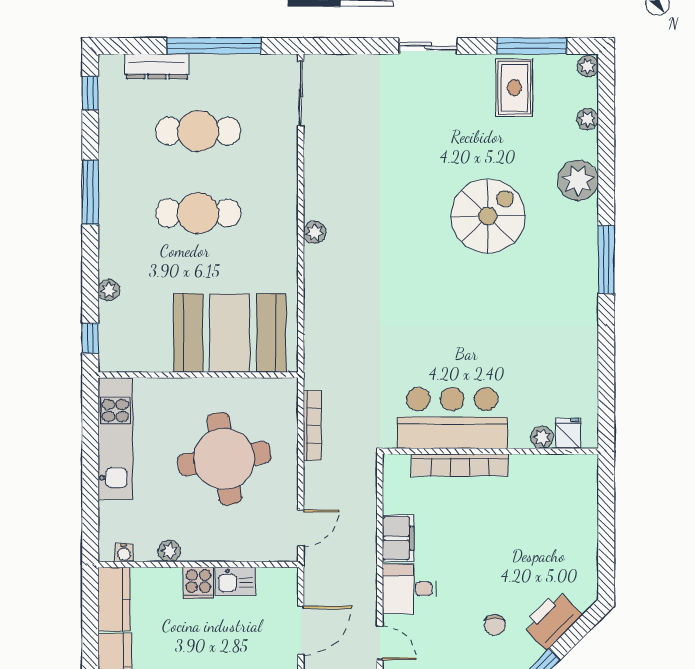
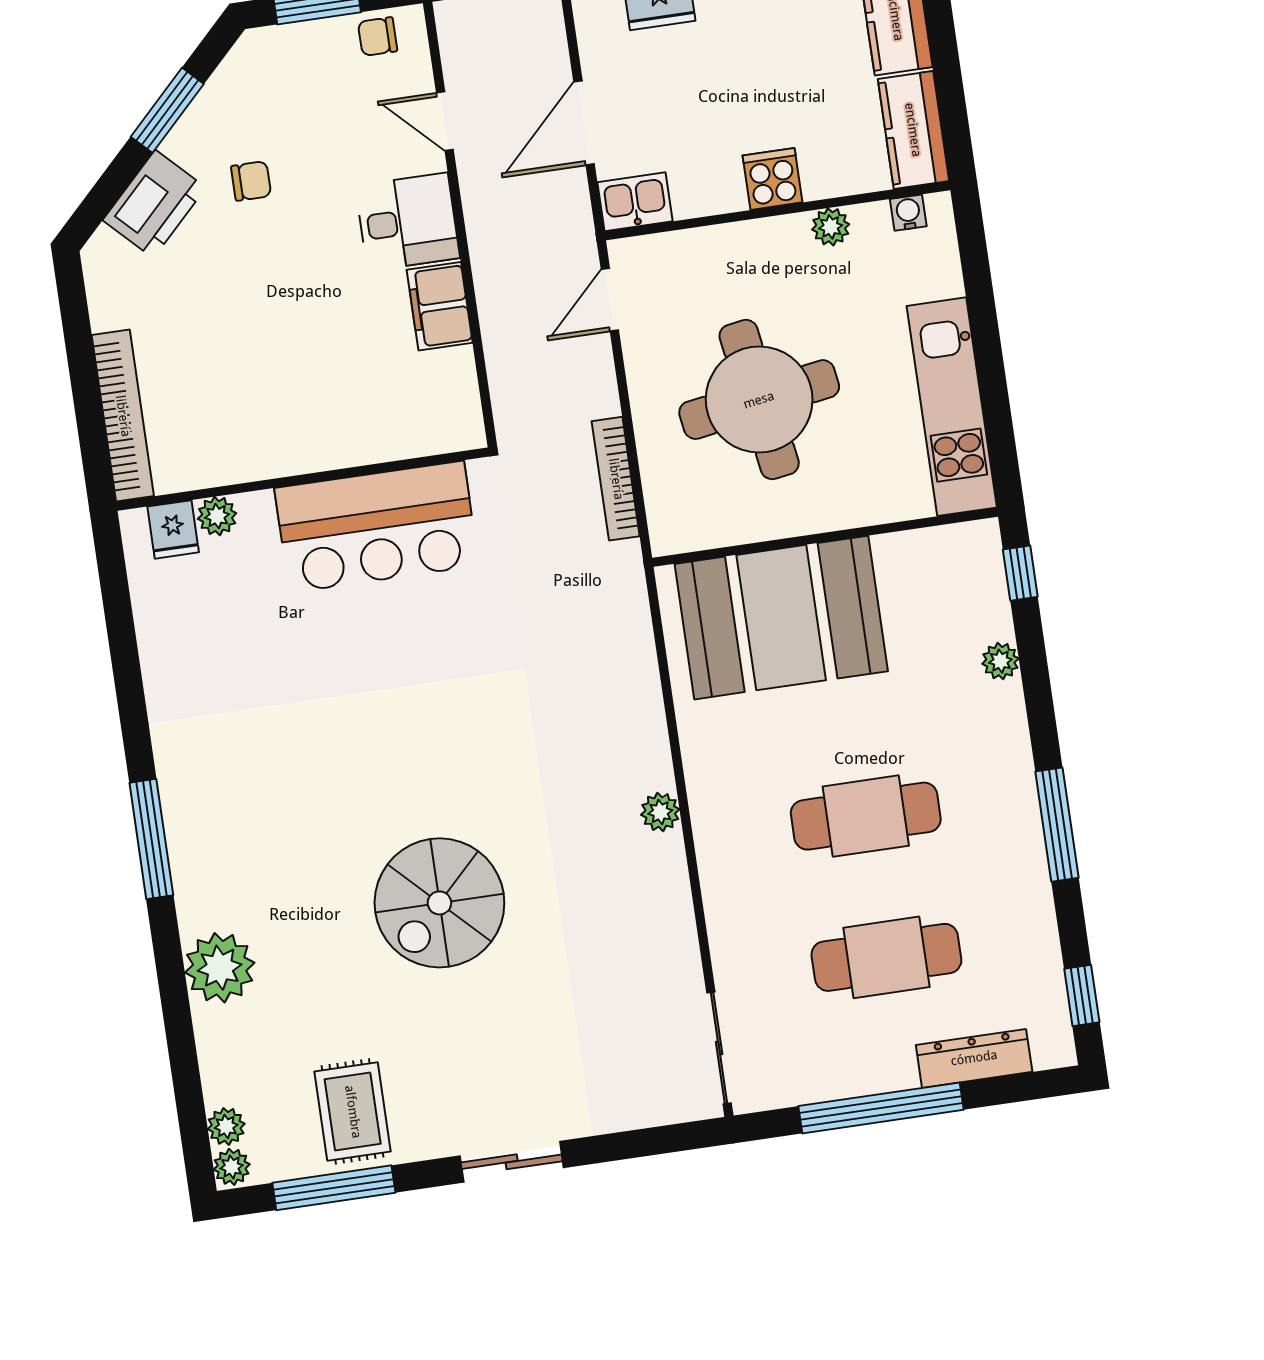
plant: (587, 119) -> (226, 1126), moved
spiral stairs: (488, 216) -> (439, 903), moved
bookcase: (460, 465) -> (123, 416), moved, turned 90
kitchen sink: (235, 581) -> (635, 202), moved
chair: (495, 625) -> (251, 181), turned 90

